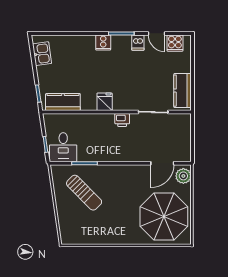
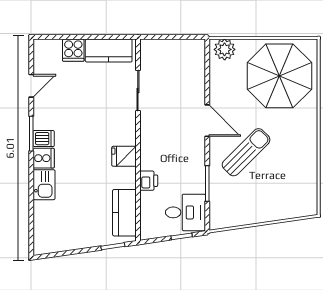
dishwasher: (138, 43) -> (44, 139), moved
cooker: (175, 43) -> (73, 50), moved, turned 90
kitchen sink: (42, 54) -> (44, 185), moved, turned 98
printer: (122, 120) -> (149, 181), moved
door: (162, 163) -> (207, 121), moved
sun lounger: (84, 193) -> (246, 152), moved

